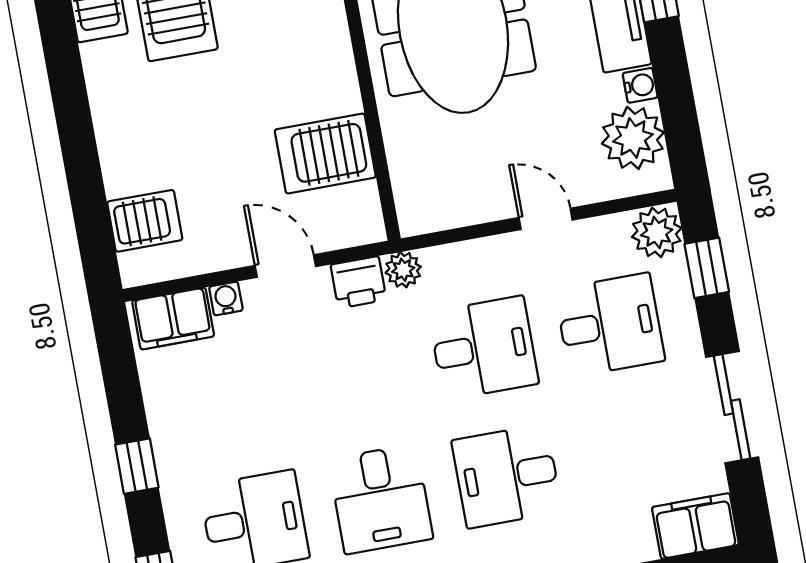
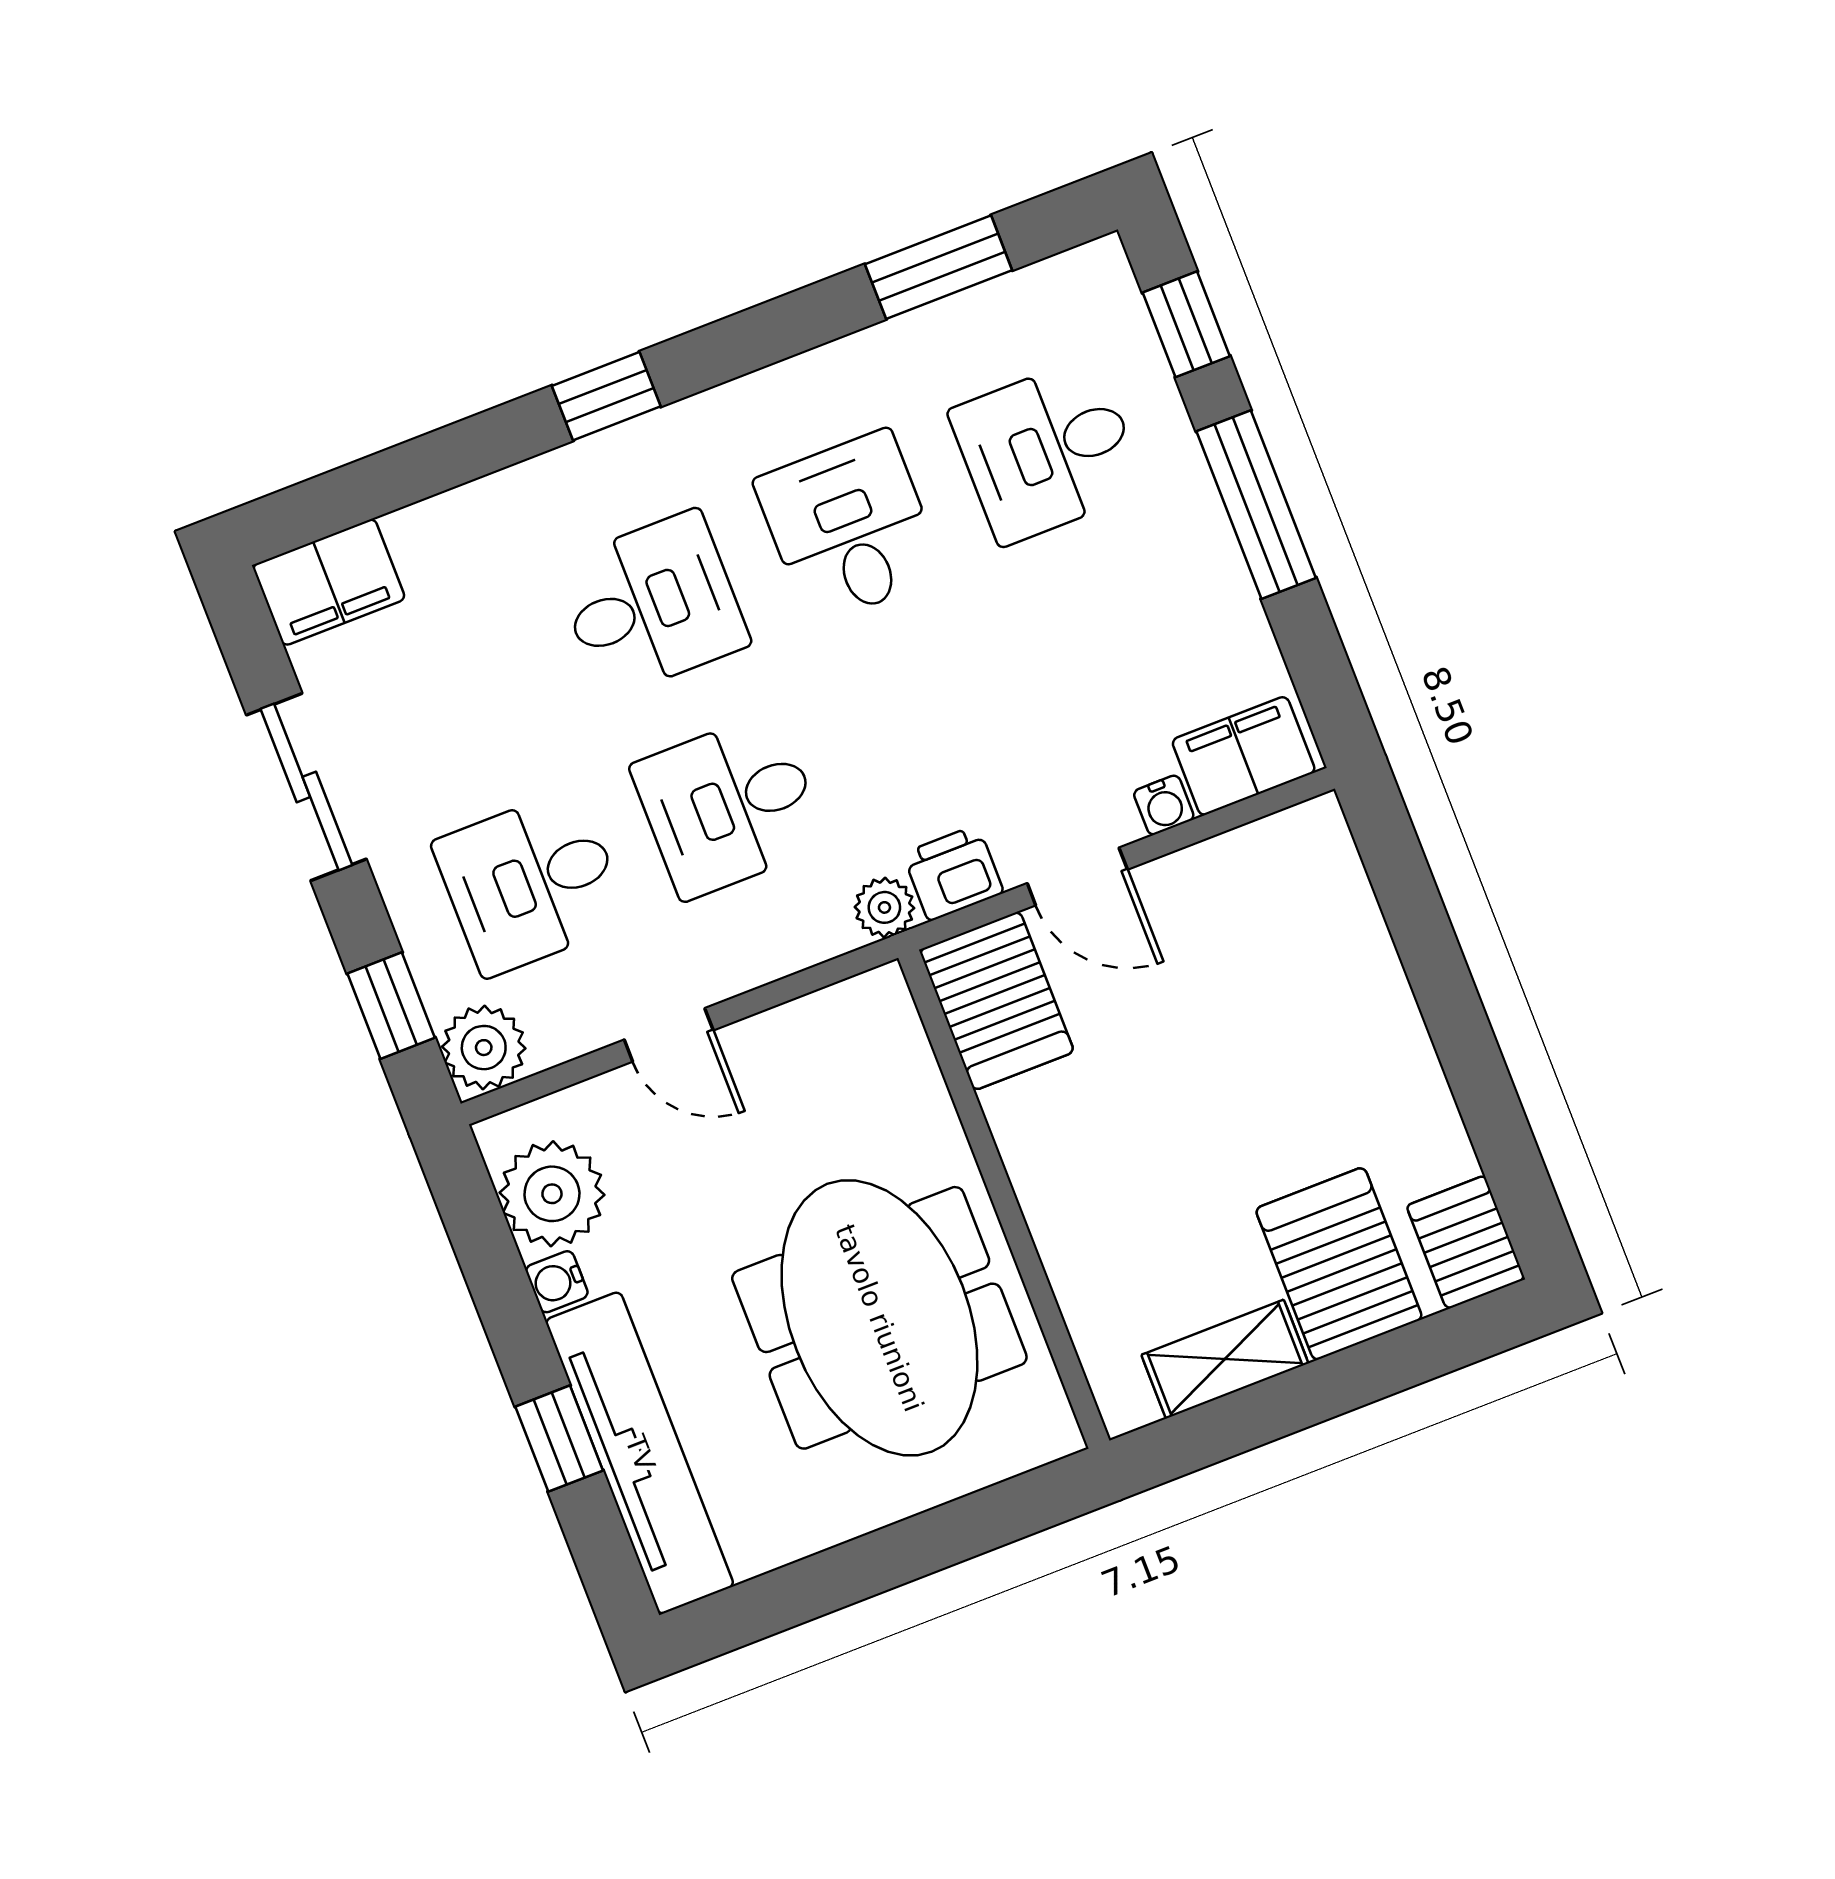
server rack: (325, 154) -> (997, 1001), moved, turned 90
server rack: (145, 221) -> (1320, 906), removed
window: (137, 466) -> (1256, 505), width x2.17

